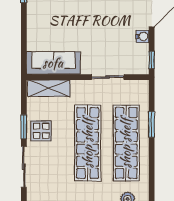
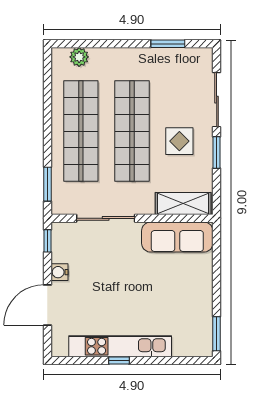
sliding door: (108, 77) -> (106, 218), width x1.37
window: (152, 124) -> (47, 184), moved
display table: (41, 131) -> (179, 141), moved

